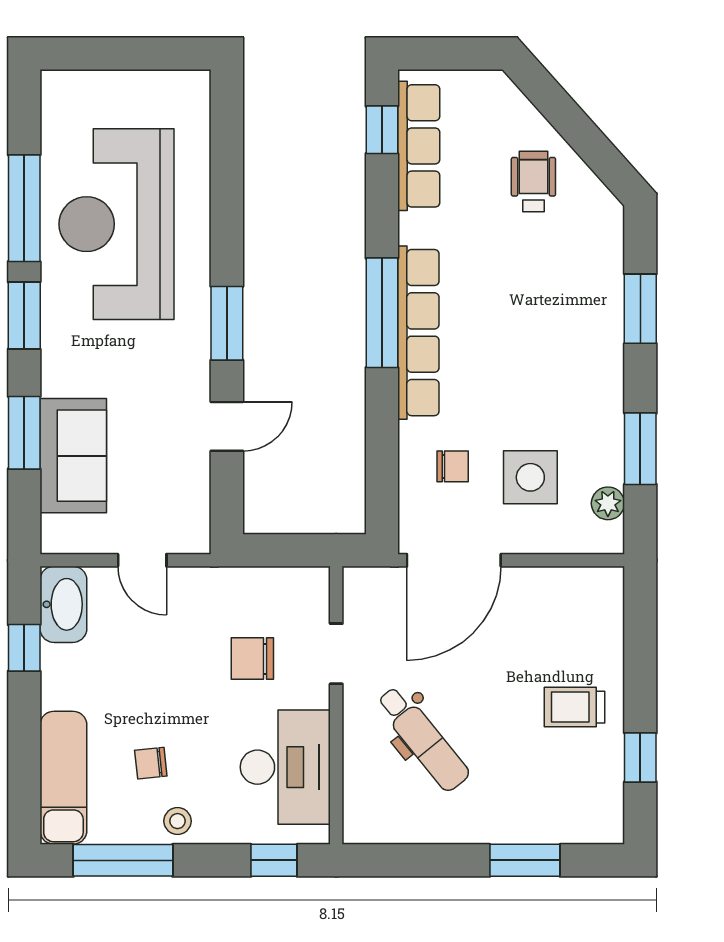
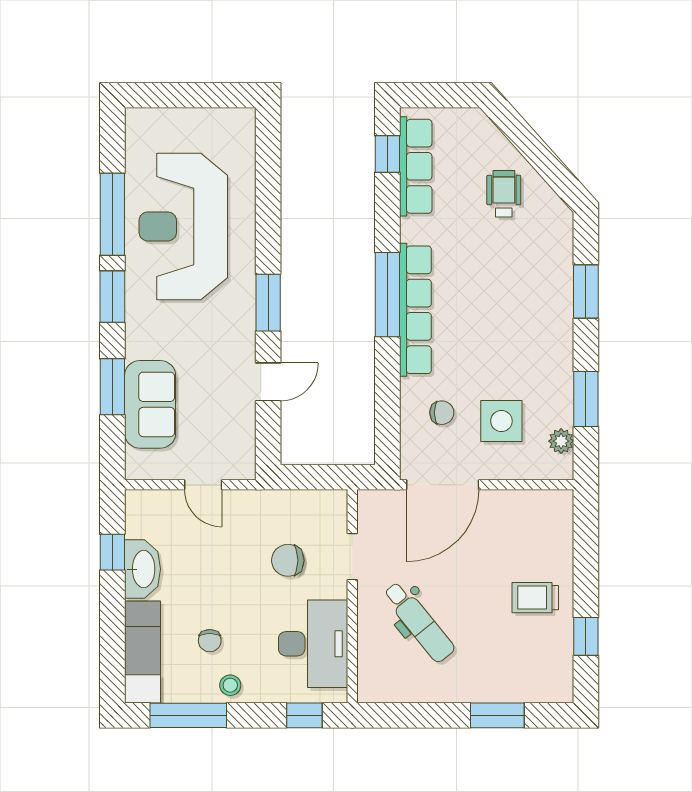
washbasin: (63, 604) -> (143, 569), moved
chair: (151, 763) -> (210, 641), turned -84

